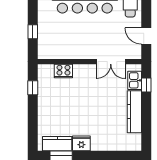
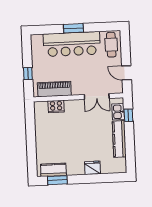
piano: (62, 51) -> (54, 89), added
window: (33, 88) -> (30, 122), removed
fridge: (81, 143) -> (92, 168), moved

